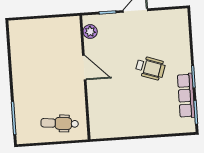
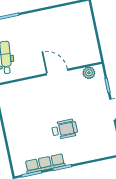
door: (84, 67) -> (57, 72), swing flipped
wheelchair: (150, 68) -> (65, 129), turned -109

